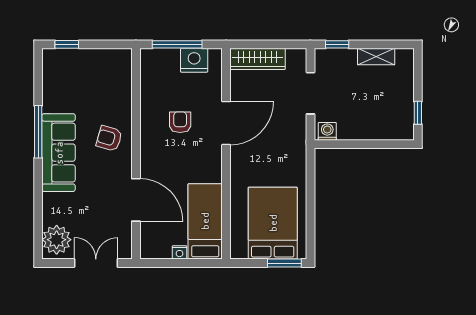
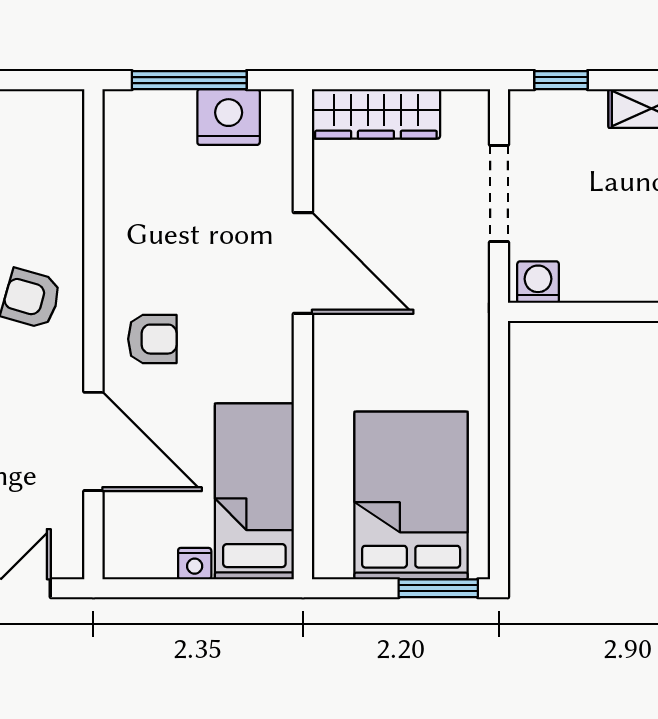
armchair: (180, 122) -> (152, 339), moved, turned 90
door: (226, 123) -> (303, 263), hinge flipped

